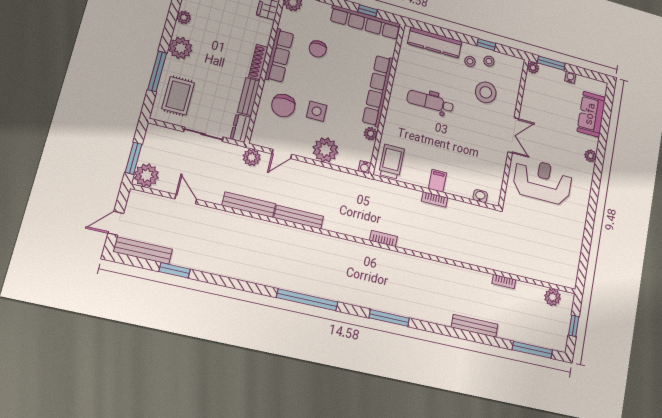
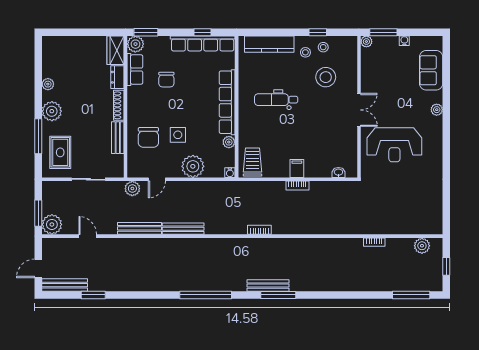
row of seats: (279, 56) -> (135, 70), moved, width x0.68
dresser: (241, 128) -> (117, 77), moved
reception desk: (543, 181) -> (394, 145), turned 180
bench: (475, 326) -> (268, 286), moved

